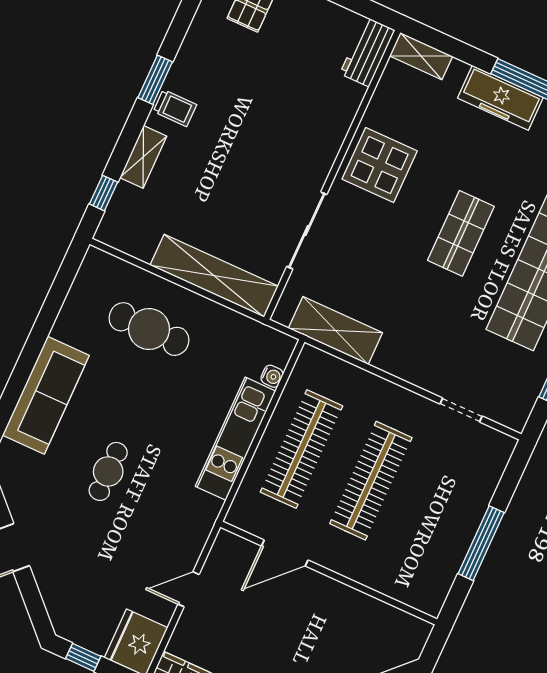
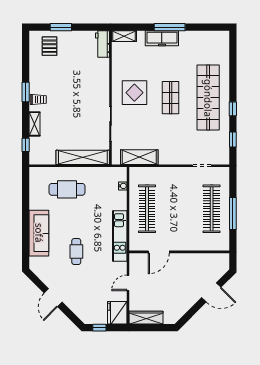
display table: (380, 165) -> (134, 93), moved
kitchen unit: (236, 439) -> (120, 236), moved
clothes rail: (371, 481) -> (212, 209), moved

